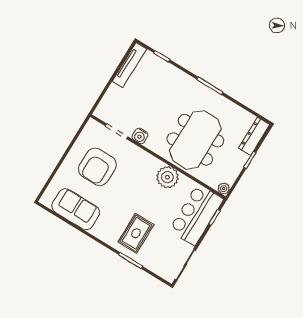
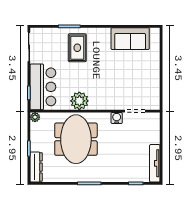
armchair: (97, 167) -> (133, 78), removed

